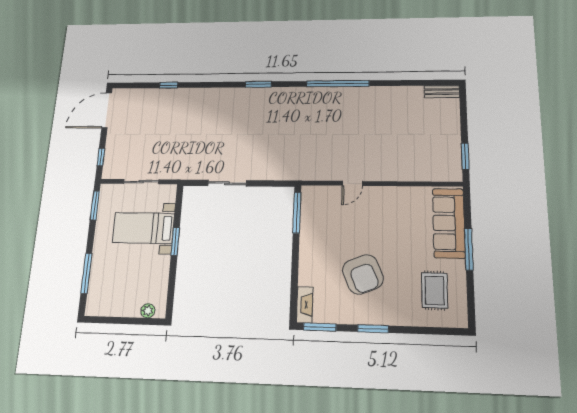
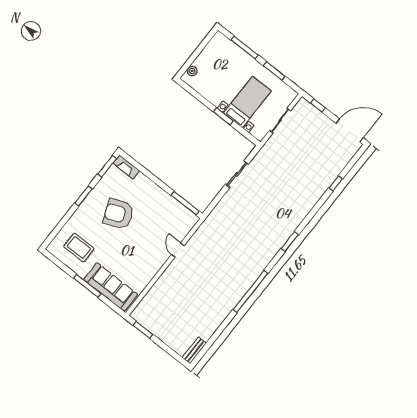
door: (107, 110) -> (350, 131), hinge flipped
window: (95, 205) -> (274, 71), moved

